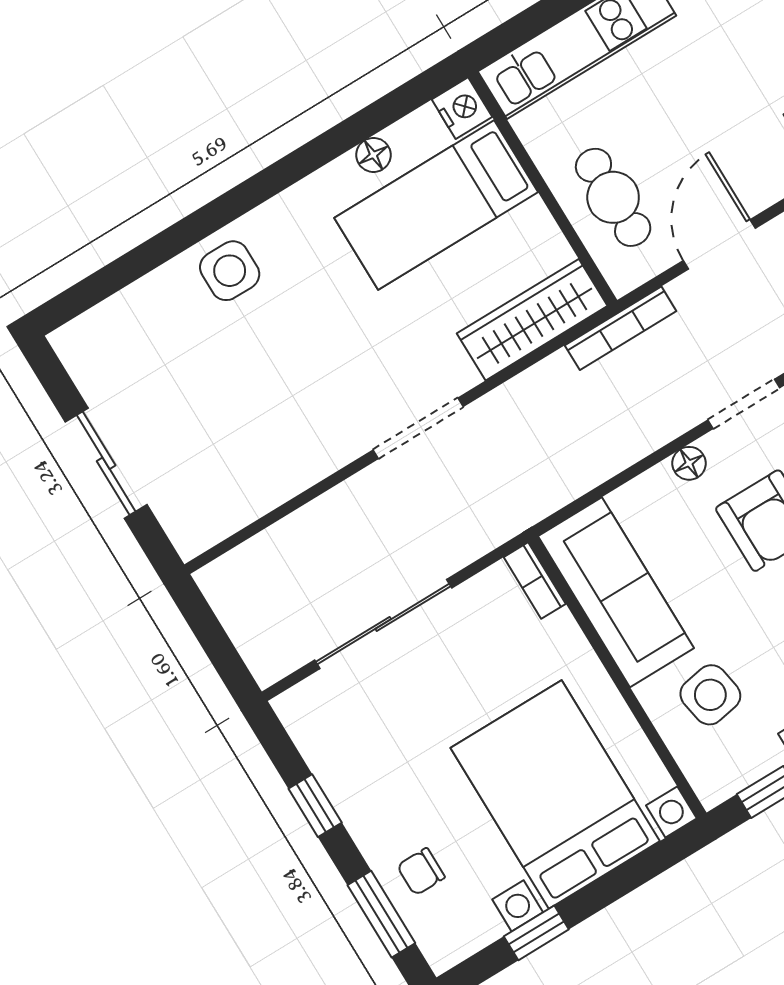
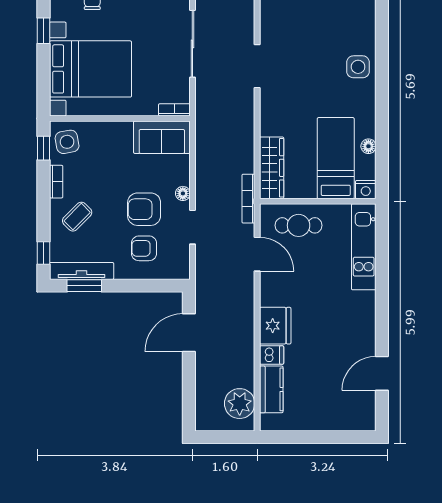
doorway: (418, 428) -> (257, 66), moved
sofa: (616, 592) -> (162, 137), width x0.73
side table: (710, 695) -> (67, 142), moved

